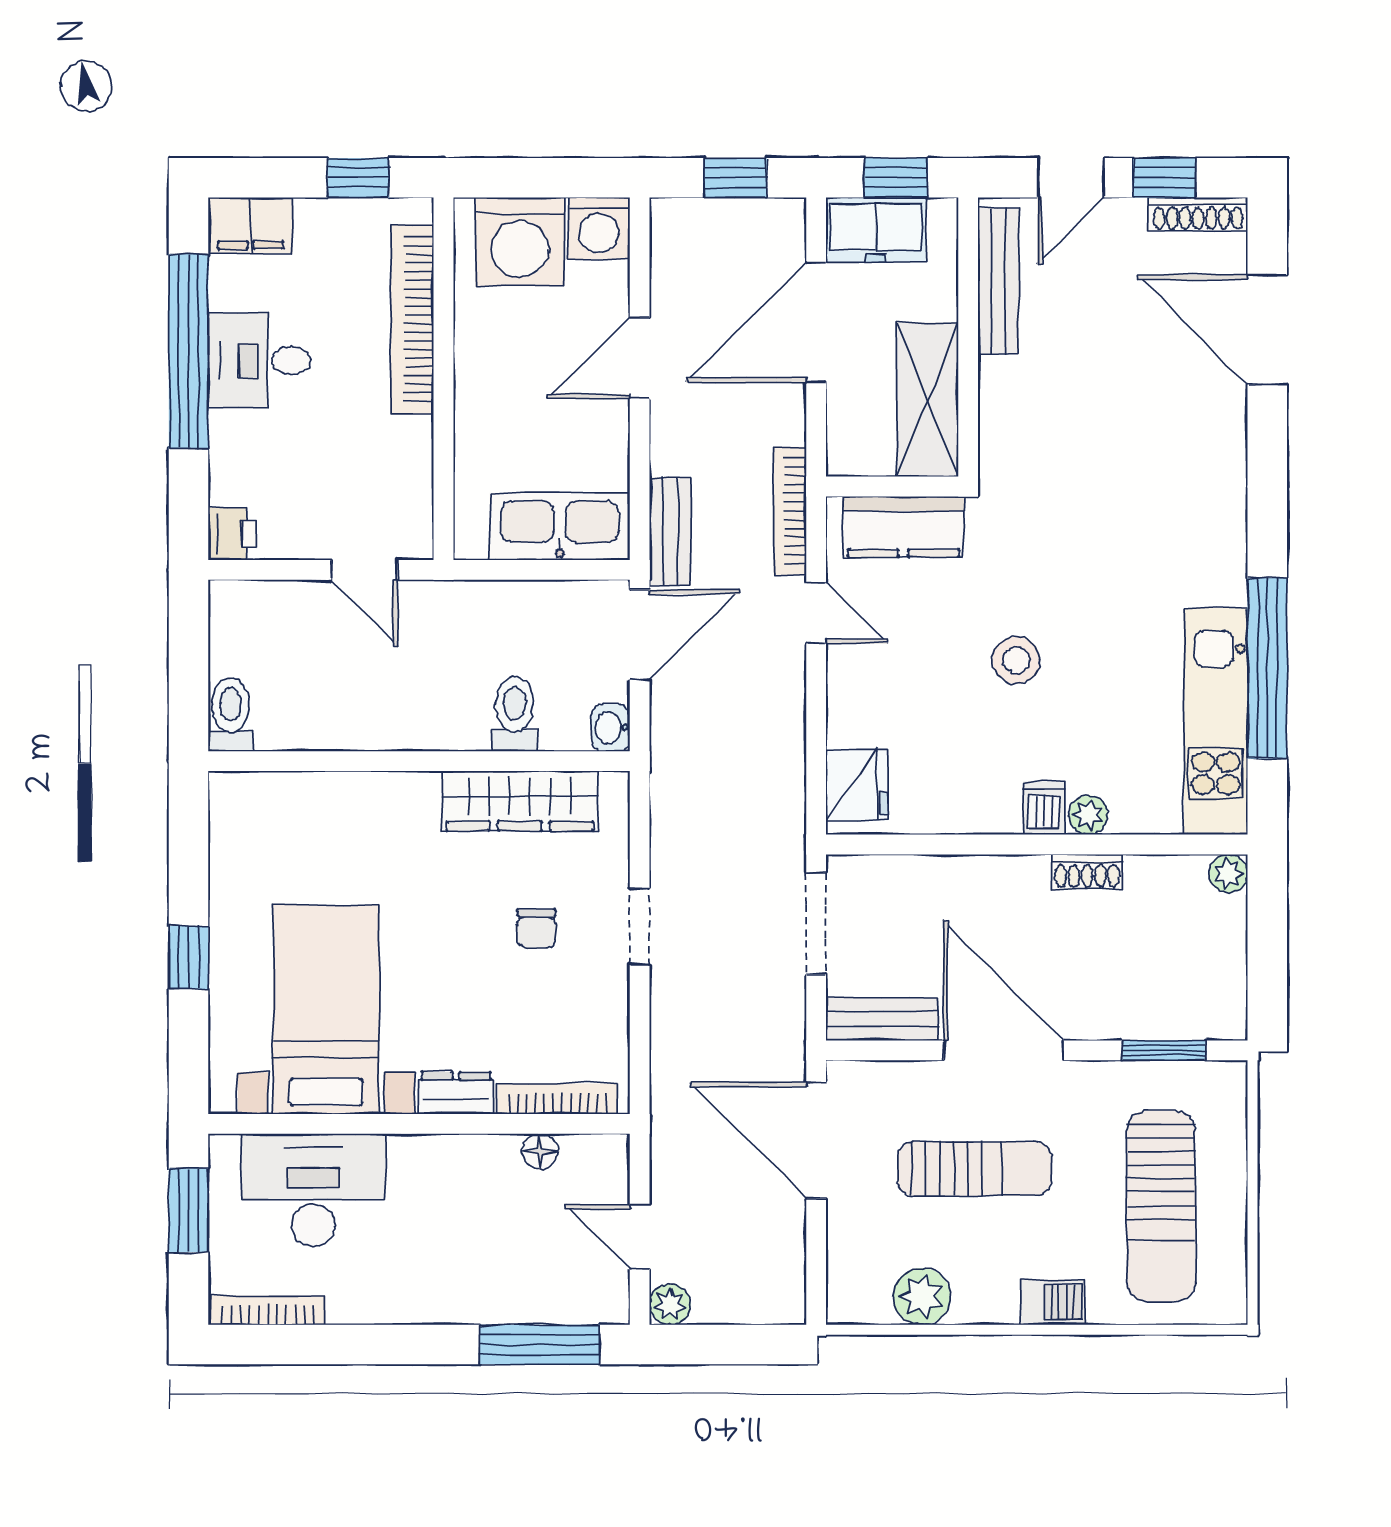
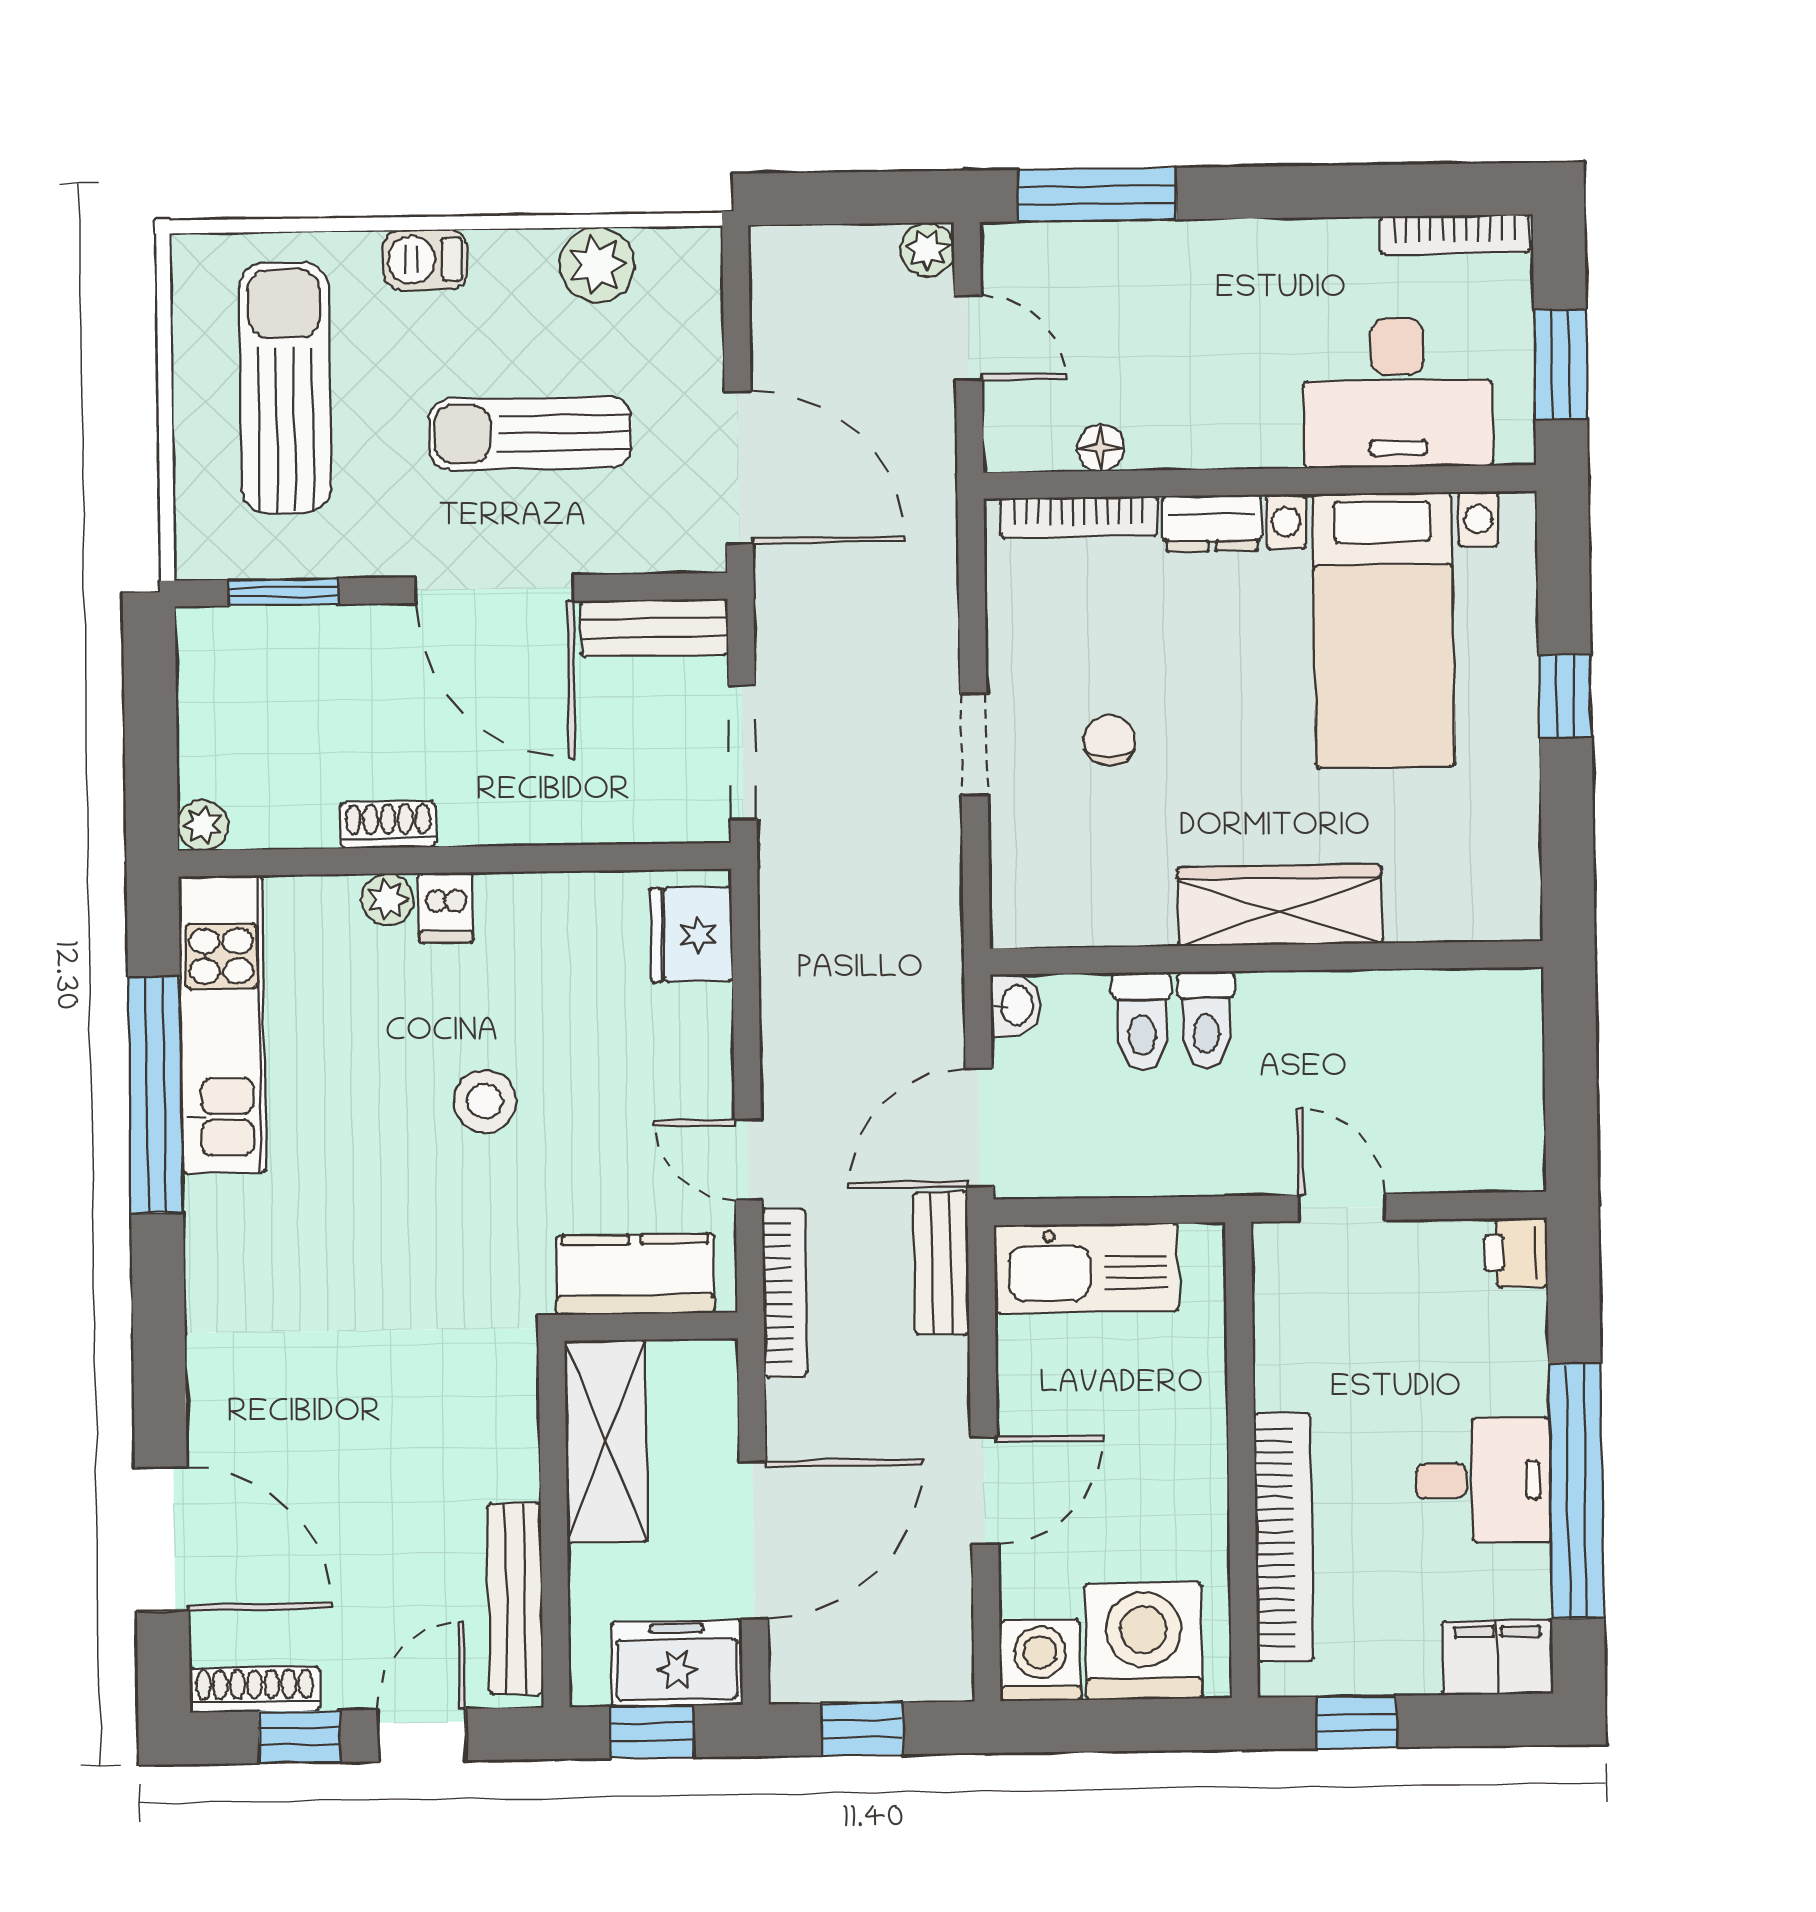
toilet: (231, 715) -> (1206, 1020), moved
wardrobe: (520, 801) -> (1280, 905), moved

